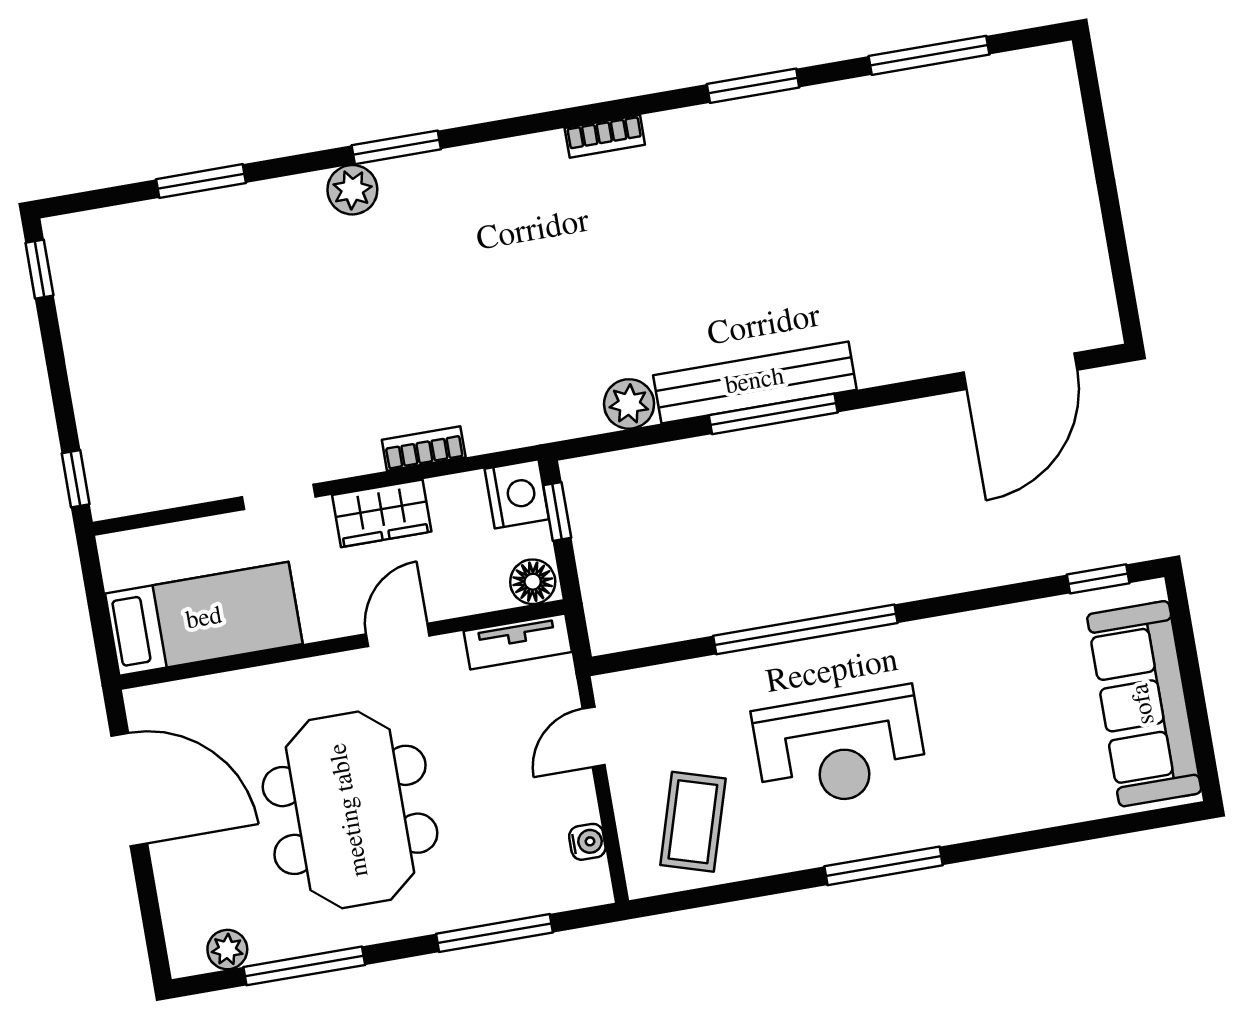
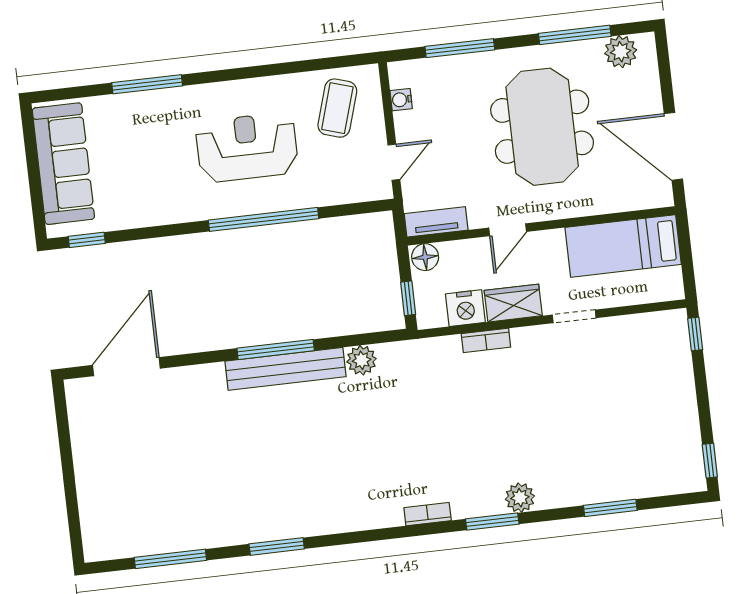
bookcase: (605, 136) -> (428, 514), moved
nightstand: (517, 494) -> (465, 308), moved, turned -90
window: (884, 866) -> (147, 84), moved
plant: (227, 950) -> (621, 52), width x1.38, depth x1.38

